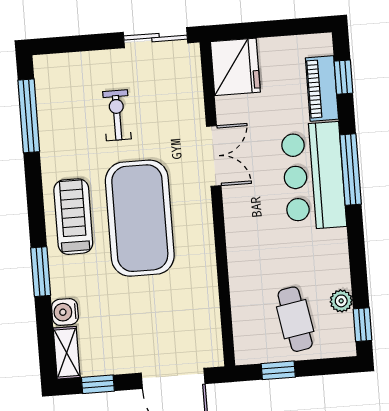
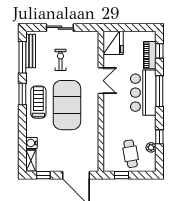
sliding door: (156, 38) -> (60, 28), moved
bench: (47, 100) -> (31, 51), added
window: (41, 272) -> (22, 94), moved
window: (362, 325) -> (159, 137), moved

